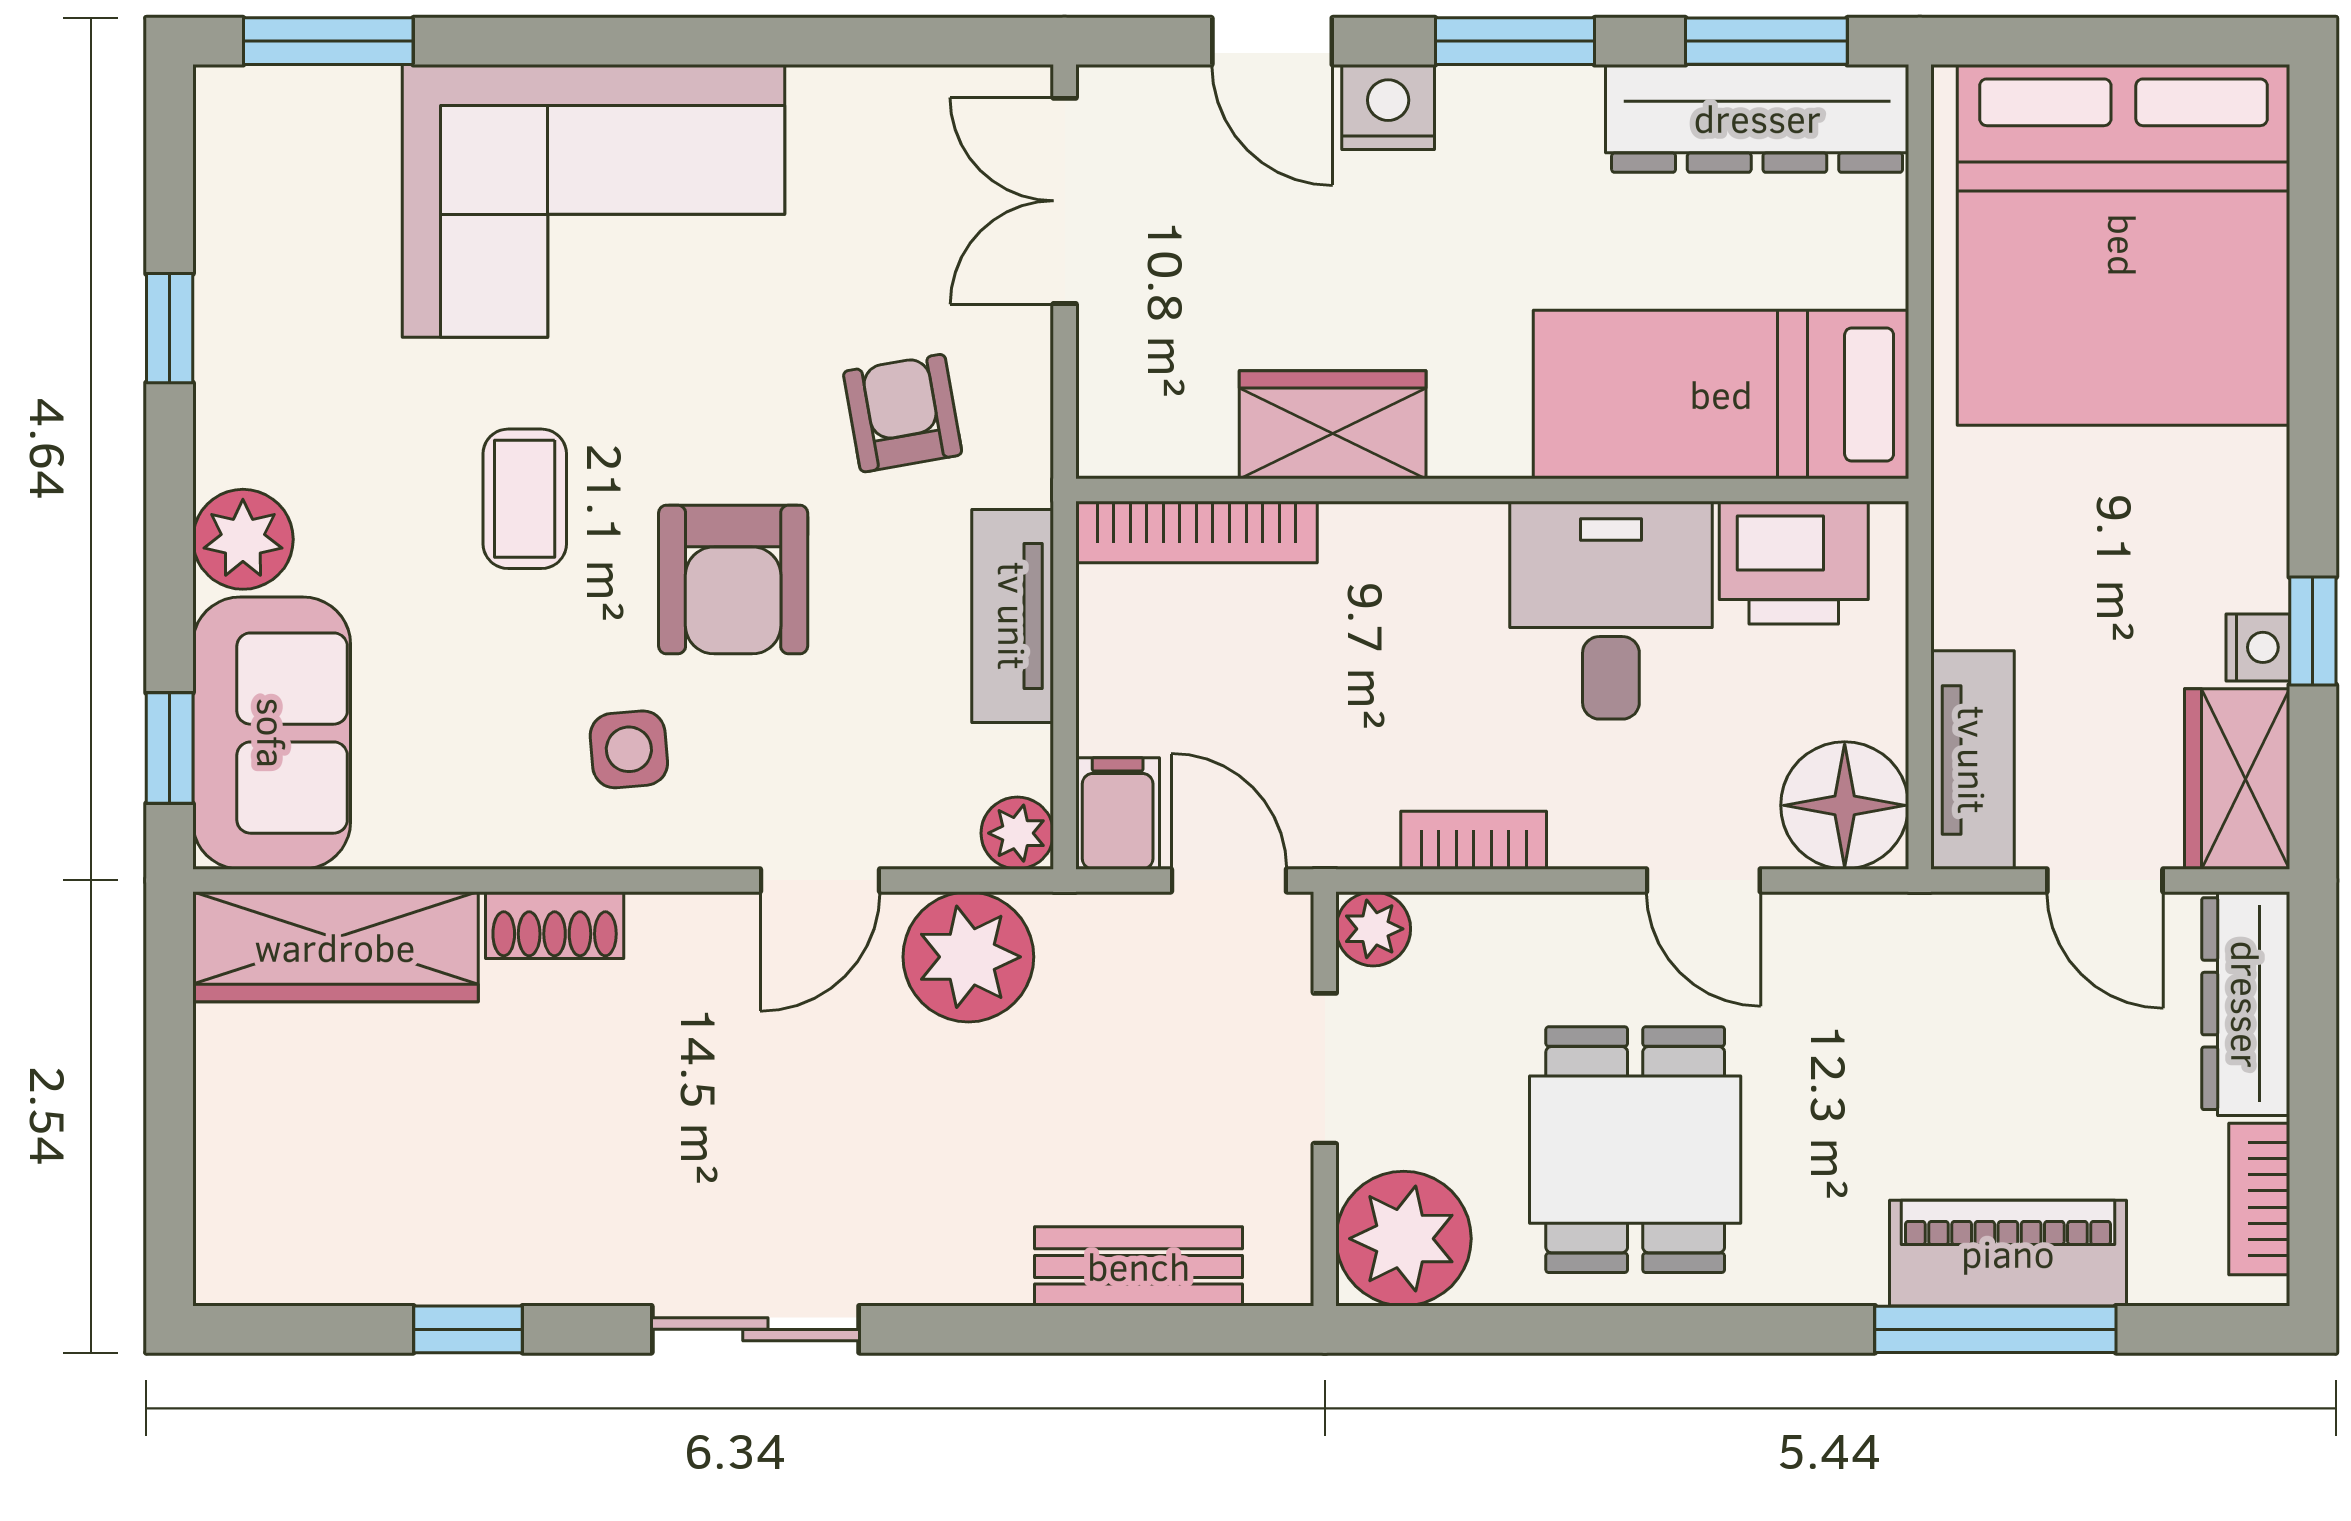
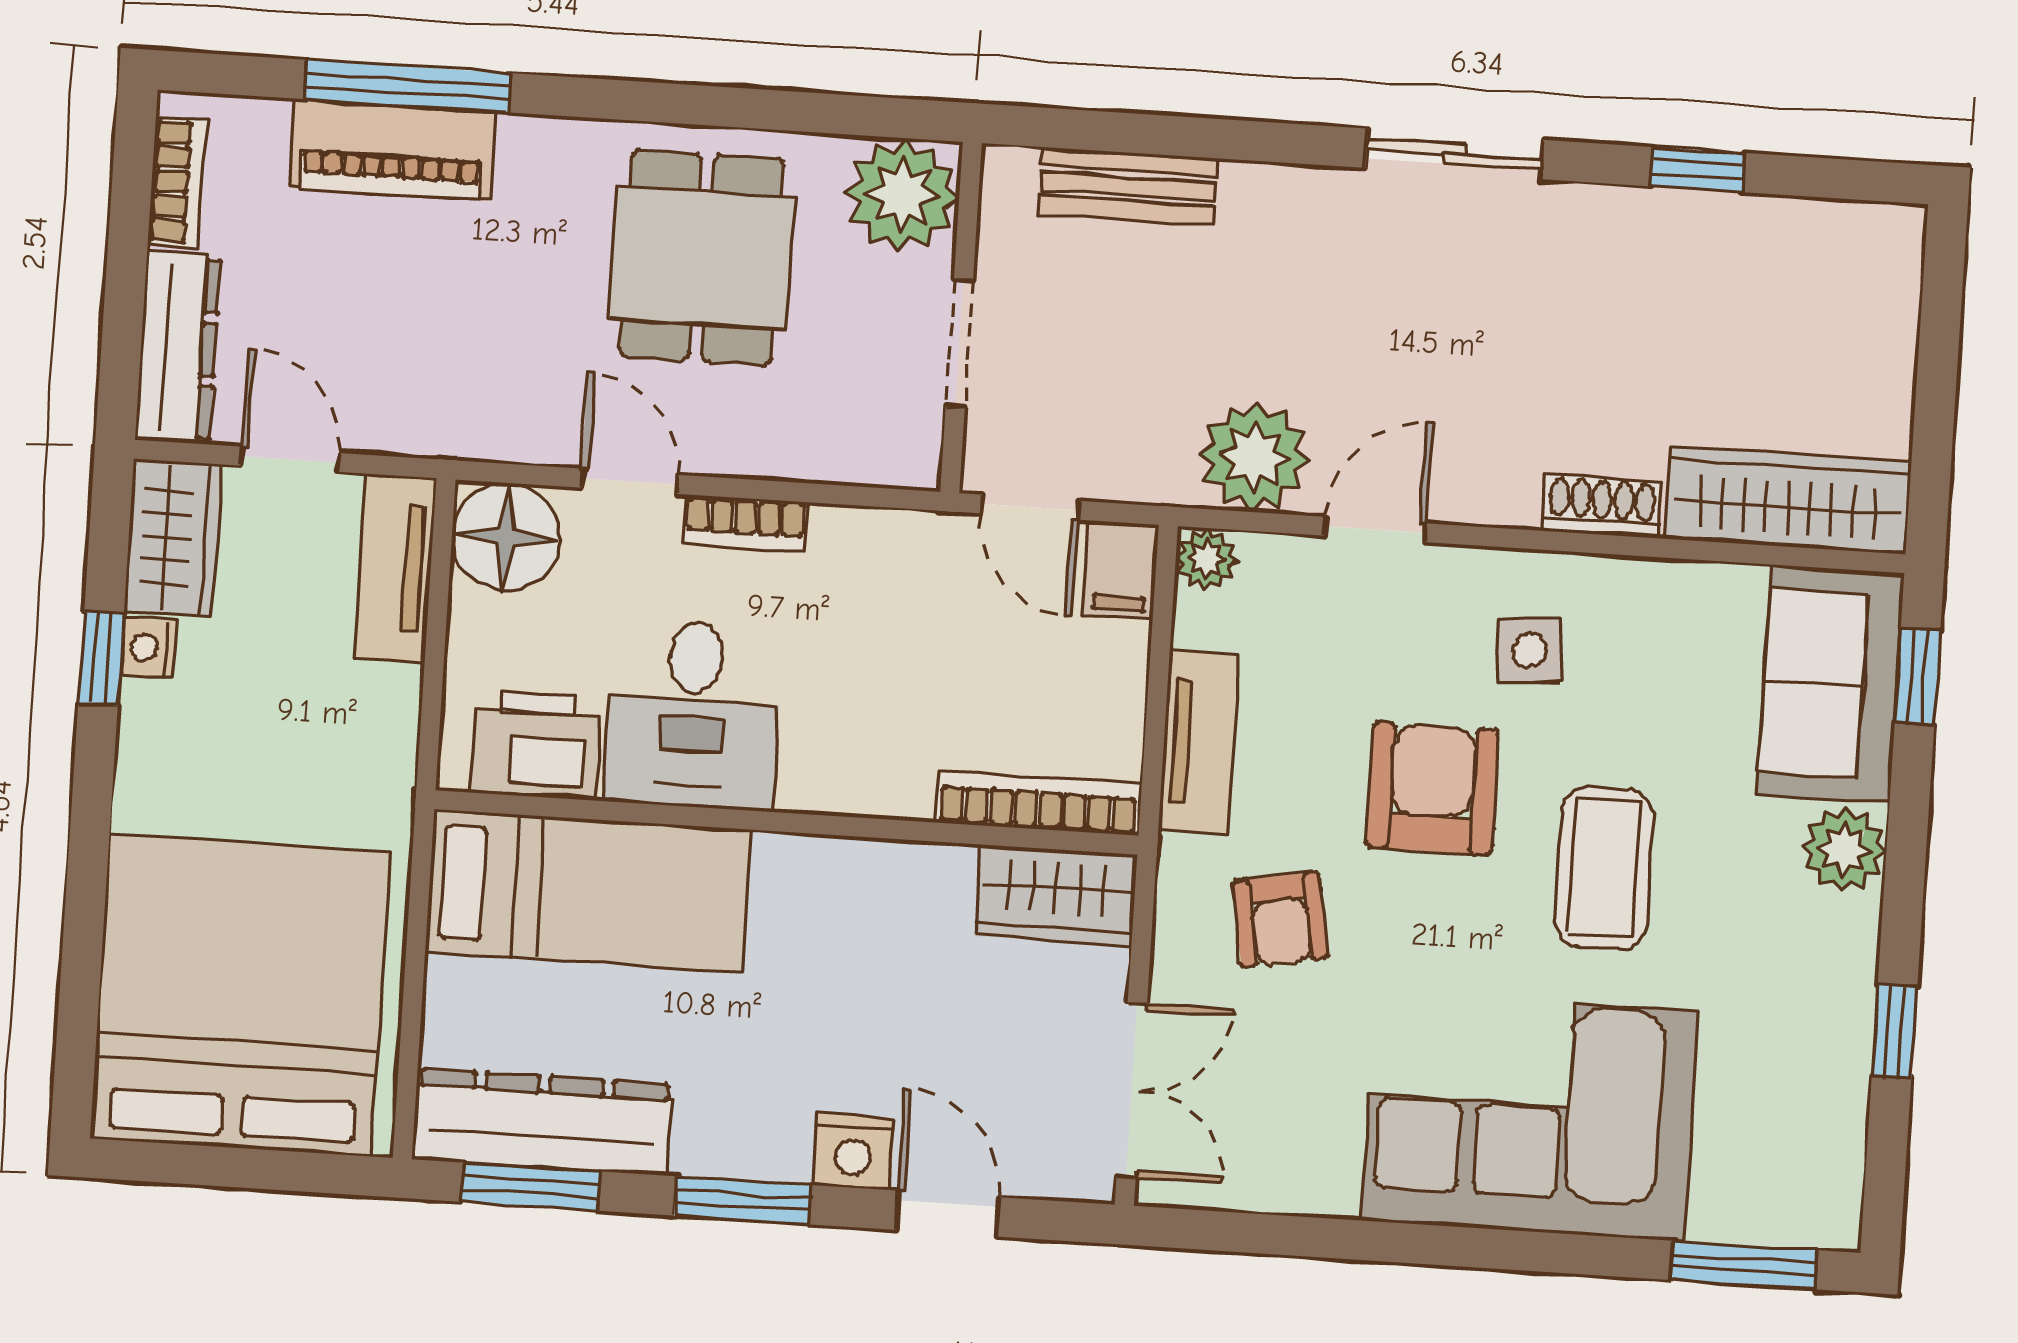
wardrobe: (1333, 425) -> (1056, 895), moved
coffee table: (525, 499) -> (1604, 868), width x1.36, depth x1.30
bookcase: (1474, 840) -> (745, 523), moved
plant: (1373, 929) -> (911, 458), removed

